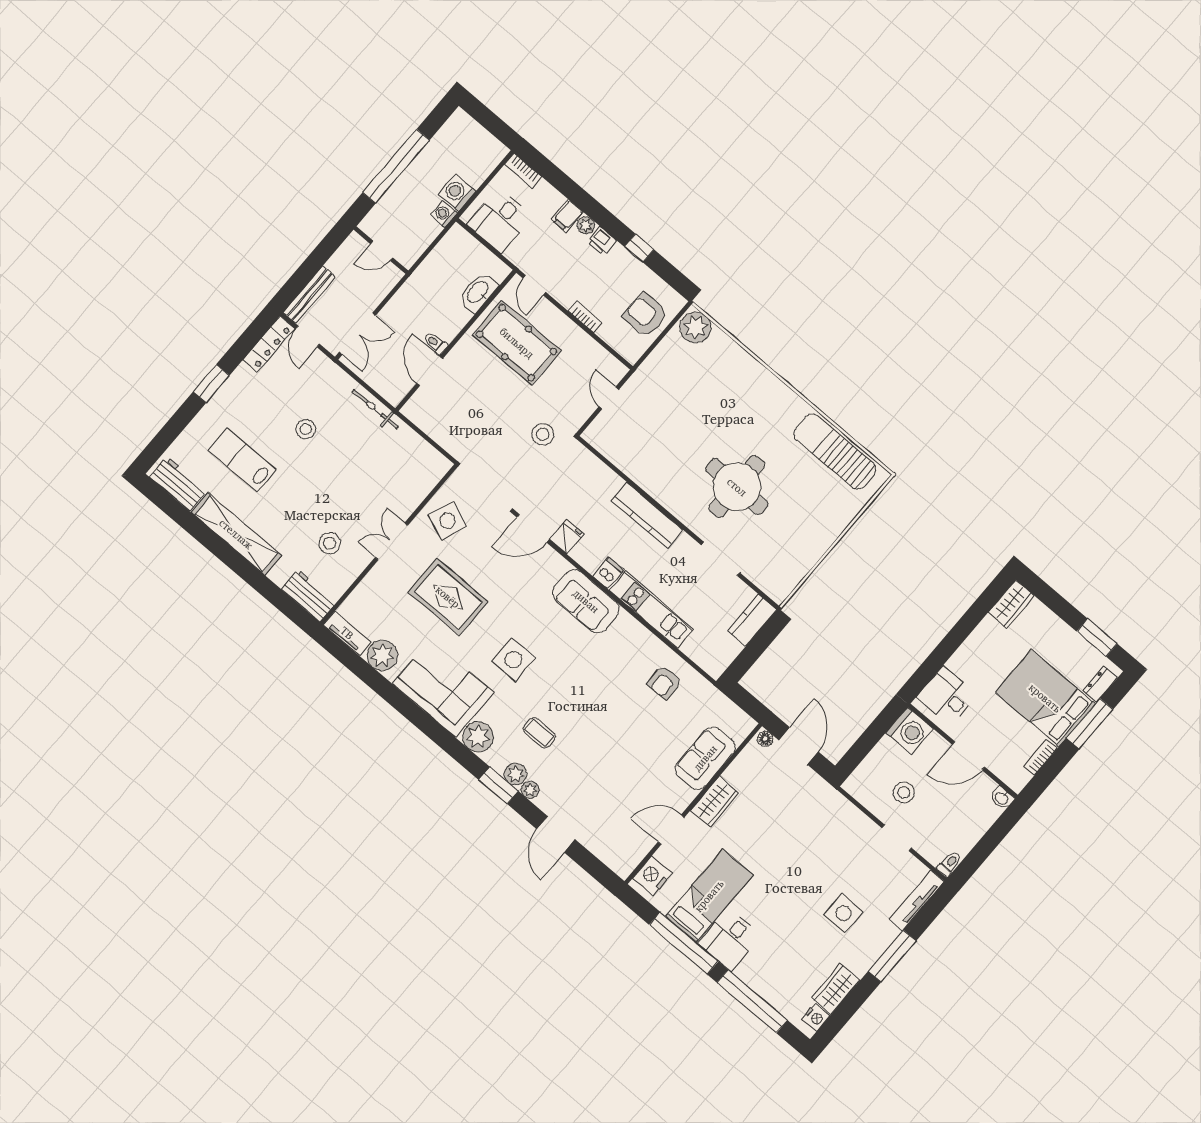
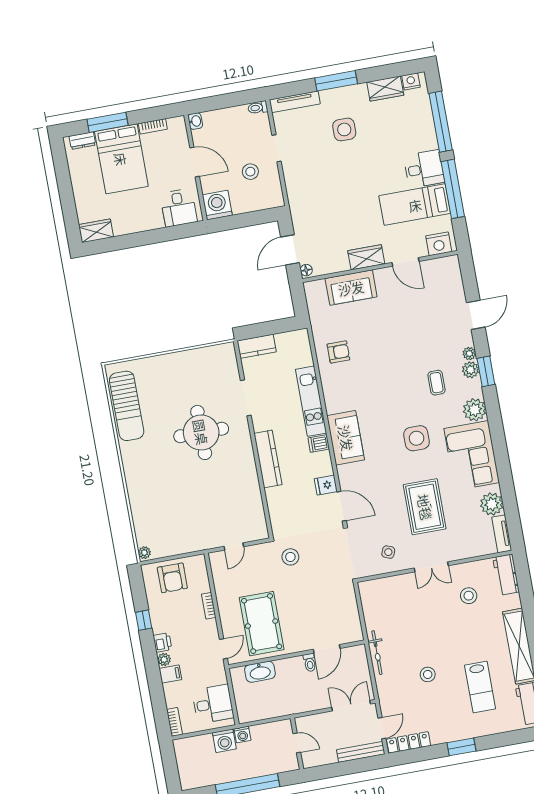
plant: (695, 327) -> (144, 553), width x0.53, depth x0.53
side table: (447, 521) -> (388, 552), width x0.54, depth x0.54
window: (1097, 638) -> (62, 170), removed

